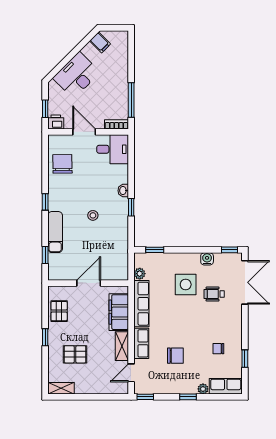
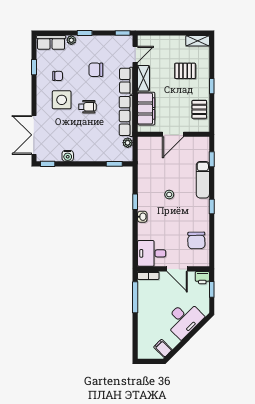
side table: (186, 284) -> (62, 100), moved
wheelchair: (214, 294) -> (87, 107), moved

